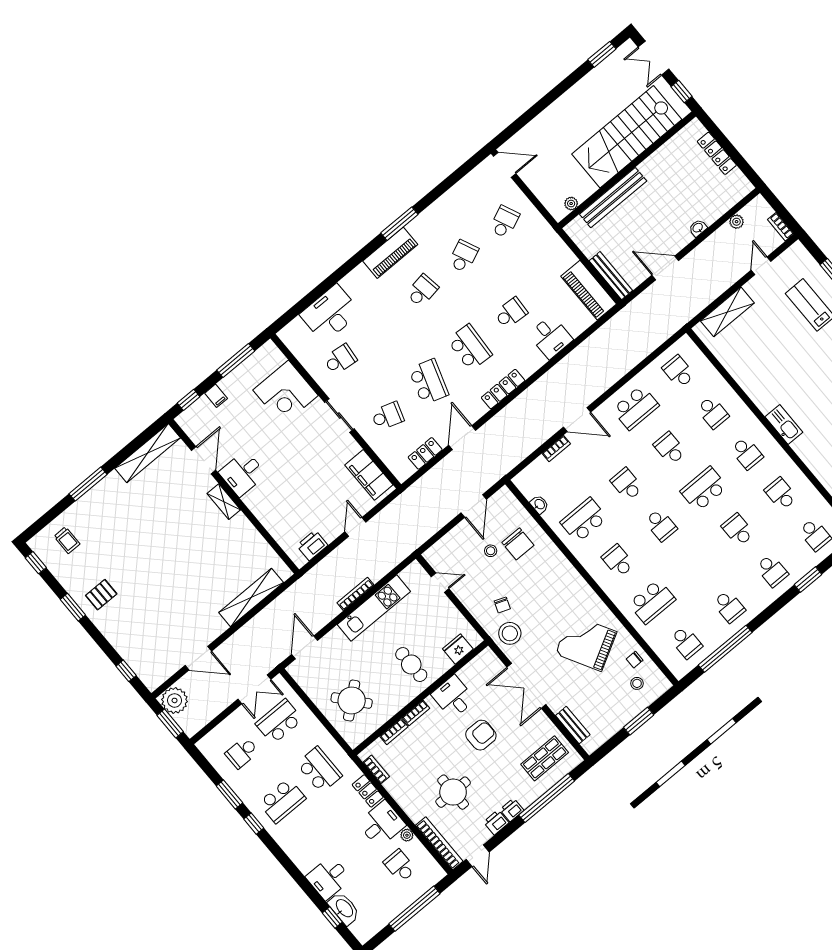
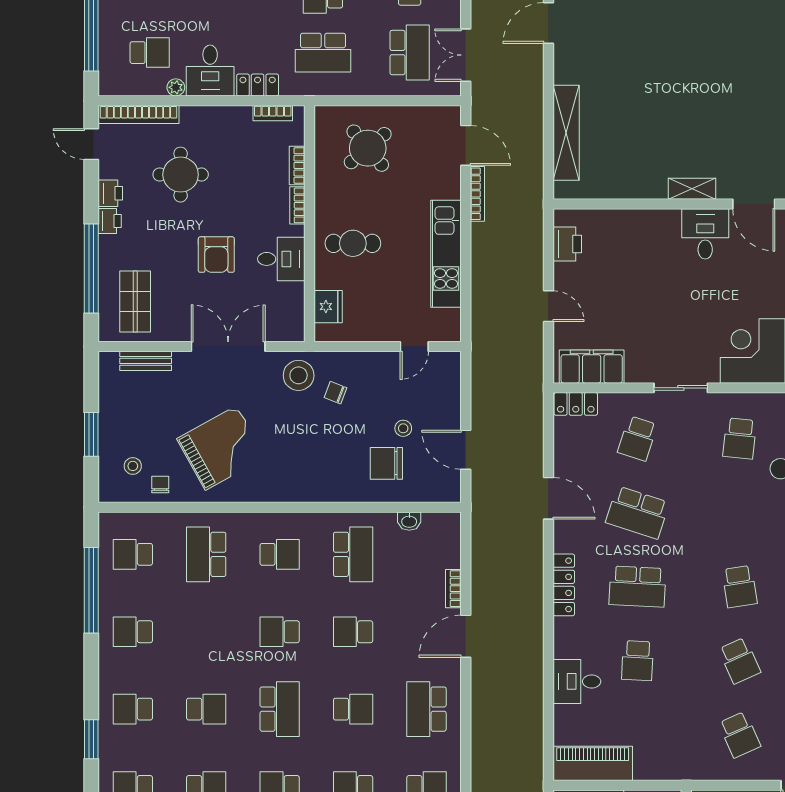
locker: (425, 453) -> (576, 404), moved, turned 90
school desk: (627, 484) -> (353, 632), turned 180
bookcase: (355, 594) -> (477, 194), moved

